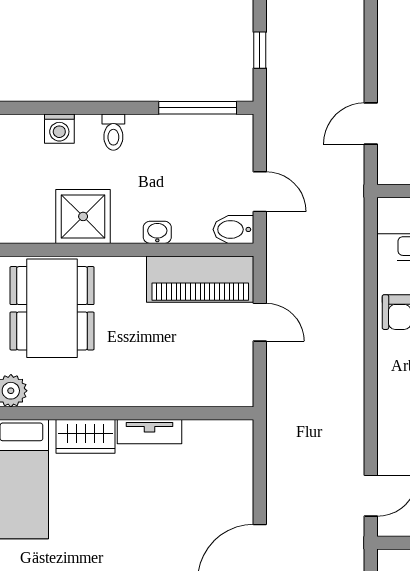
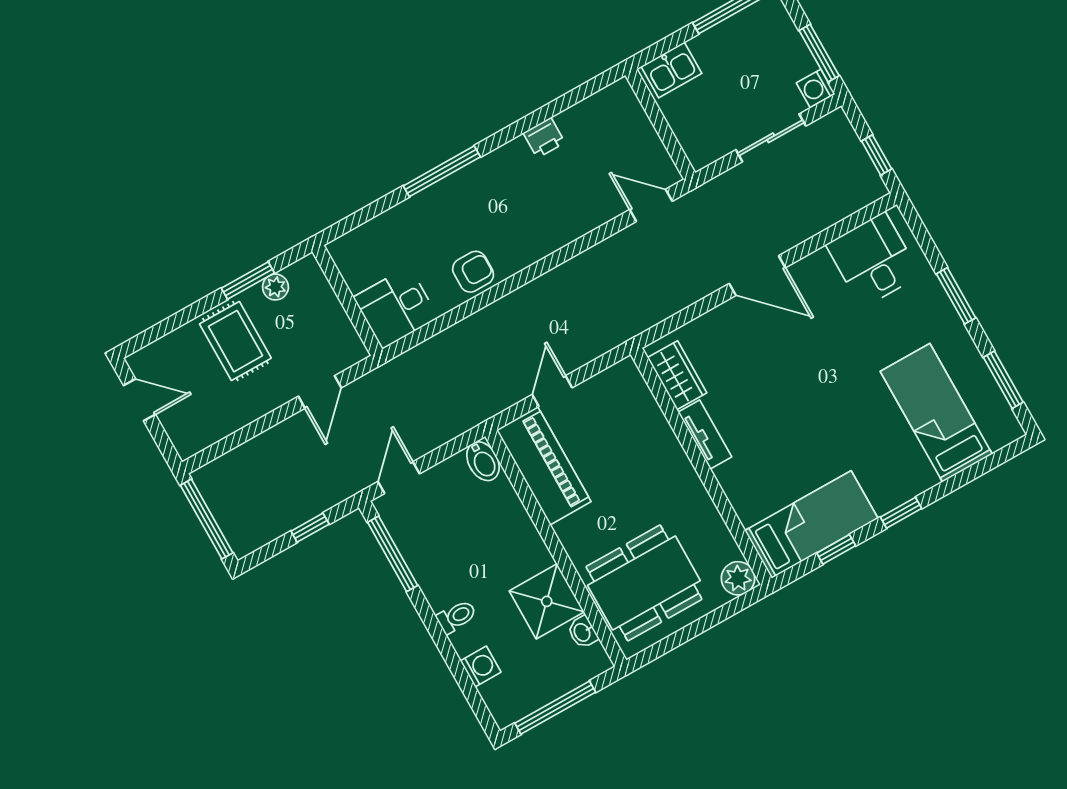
door: (371, 124) -> (320, 392), hinge flipped
door: (260, 192) -> (399, 478), moved
washbasin: (157, 232) -> (583, 632), moved
wardrobe: (86, 436) -> (677, 375), moved

